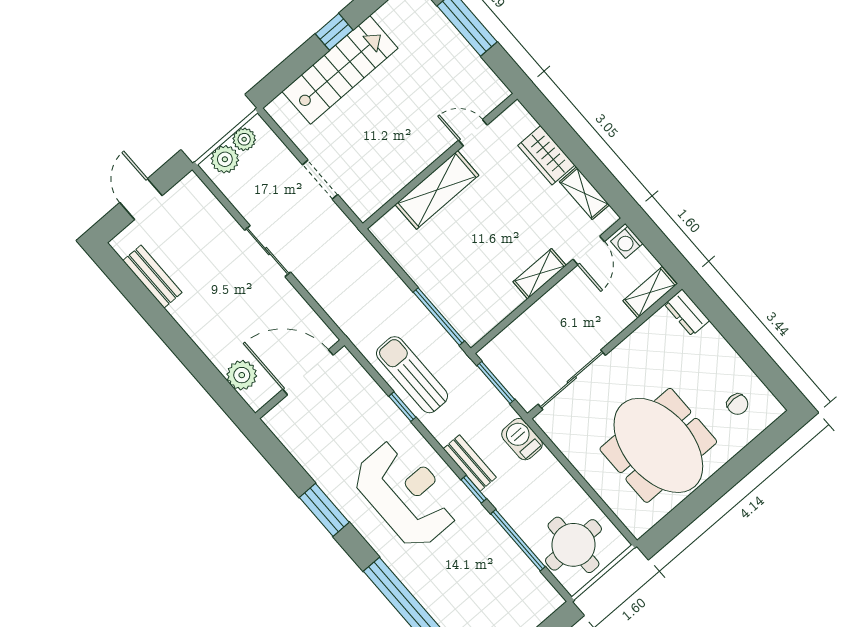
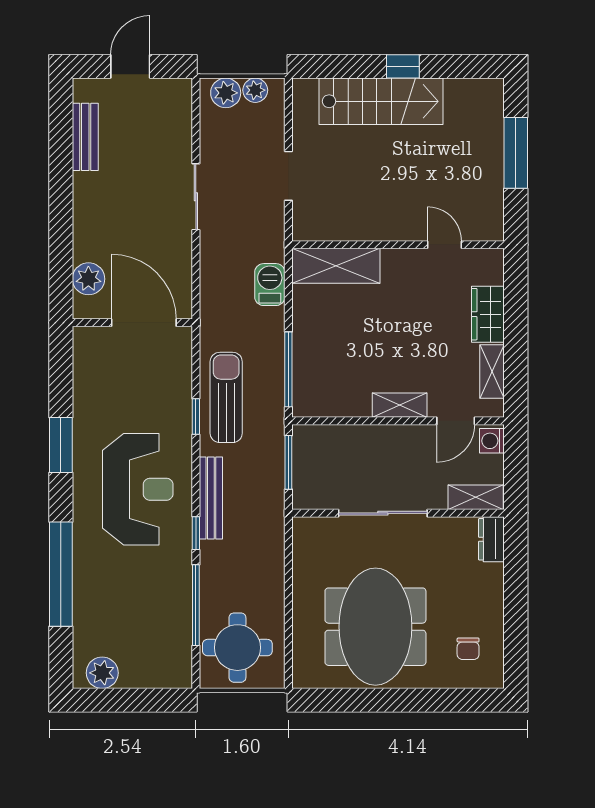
shelving: (437, 190) -> (336, 266), moved
sliding door: (572, 380) -> (383, 513), moved
barbecue: (522, 439) -> (270, 285), moved
bench: (470, 463) -> (211, 498), width x1.36

